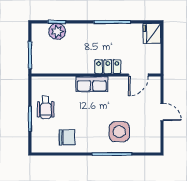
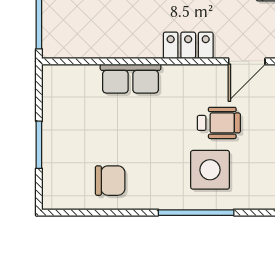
row of seats: (92, 84) -> (131, 79), moved
wheelchair: (46, 107) -> (219, 123), moved, turned -90

